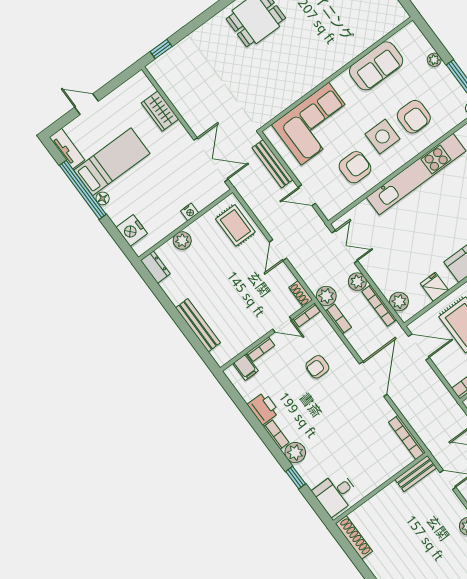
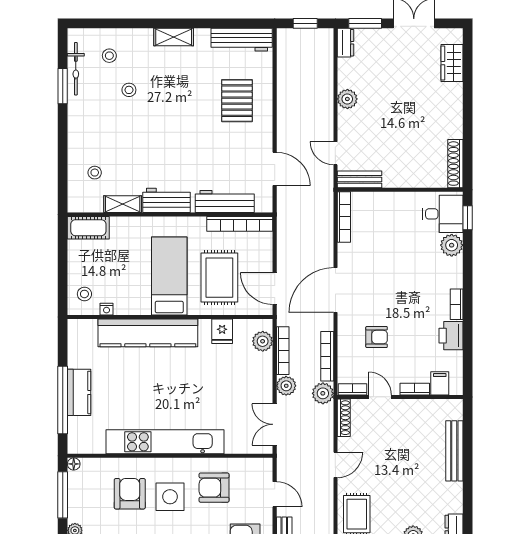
shoe rack: (301, 294) -> (344, 418), width x1.43
bookcase: (338, 319) -> (327, 356), width x1.56
plant: (295, 453) -> (452, 245), moved
window: (296, 478) -> (468, 218), moved

